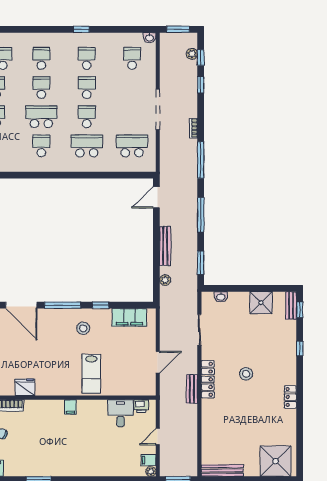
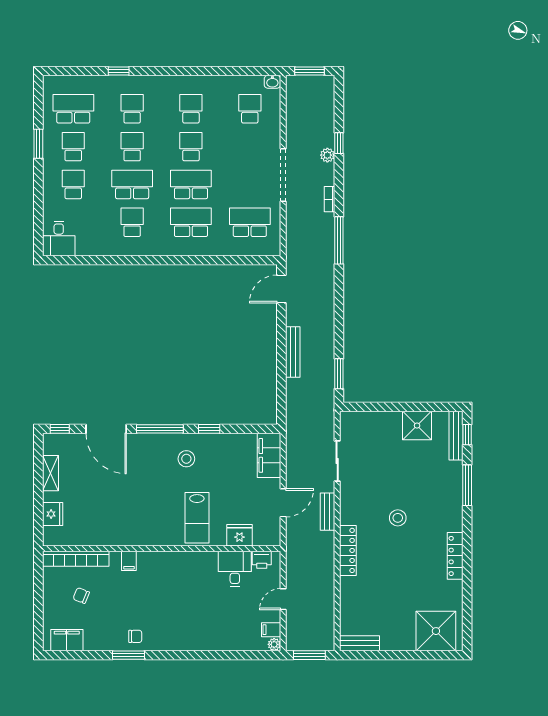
window: (81, 29) -> (119, 71), moved
plant: (192, 54) -> (327, 155), moved
window: (201, 58) -> (339, 108), removed
school desk: (87, 117) -> (191, 184), width x1.85
window: (201, 215) -> (339, 312), removed
plant: (165, 280) -> (293, 396), removed
washbasin: (221, 297) -> (365, 418), removed
bench: (291, 305) -> (456, 436), width x1.36
filing cabinet: (129, 317) -> (269, 455), moved, turned 90
window: (300, 349) -> (467, 485), width x2.17
locker: (208, 379) -> (348, 550), moved
fridge: (25, 387) -> (239, 535), moved
bench: (192, 389) -> (327, 512), moved
locker: (290, 397) -> (455, 556), width x1.53
filing cabinet: (70, 407) -> (129, 561), moved
chair: (44, 465) -> (135, 636), added
bench: (222, 471) -> (359, 643), width x0.73

